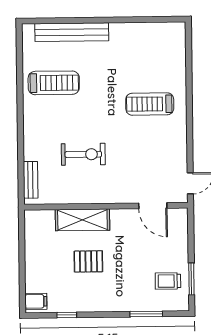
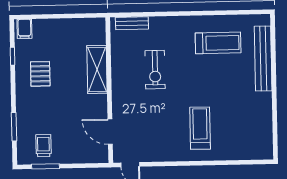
treadmill: (54, 83) -> (218, 43), turned -90
door: (153, 206) -> (110, 132), hinge flipped
pallet: (88, 261) -> (40, 74), moved

